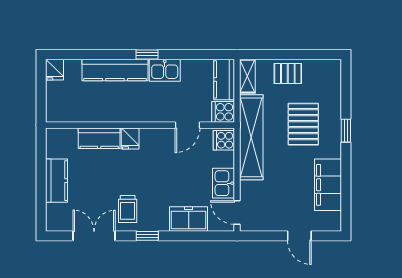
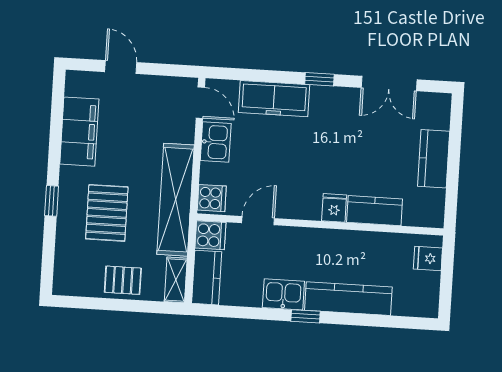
fridge: (55, 70) -> (428, 258), moved, turned -90
trolley: (128, 209) -> (343, 116), removed
freezer: (189, 219) -> (274, 99), width x1.40

